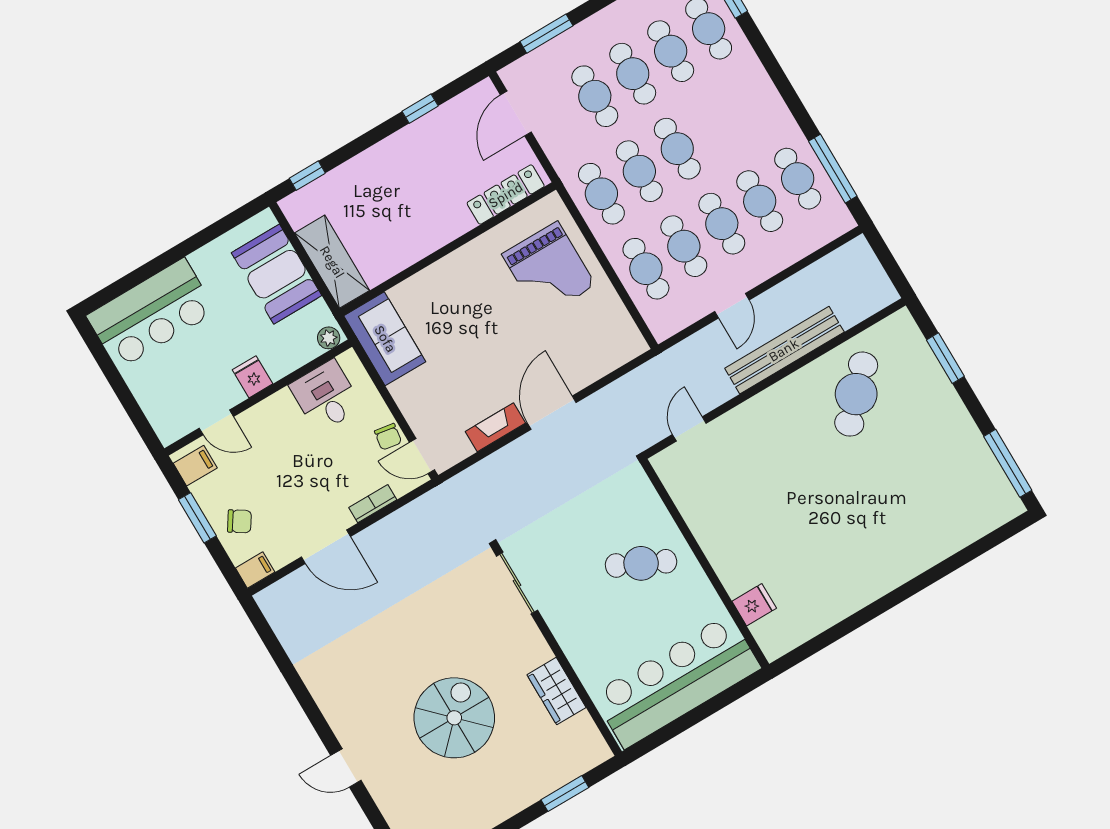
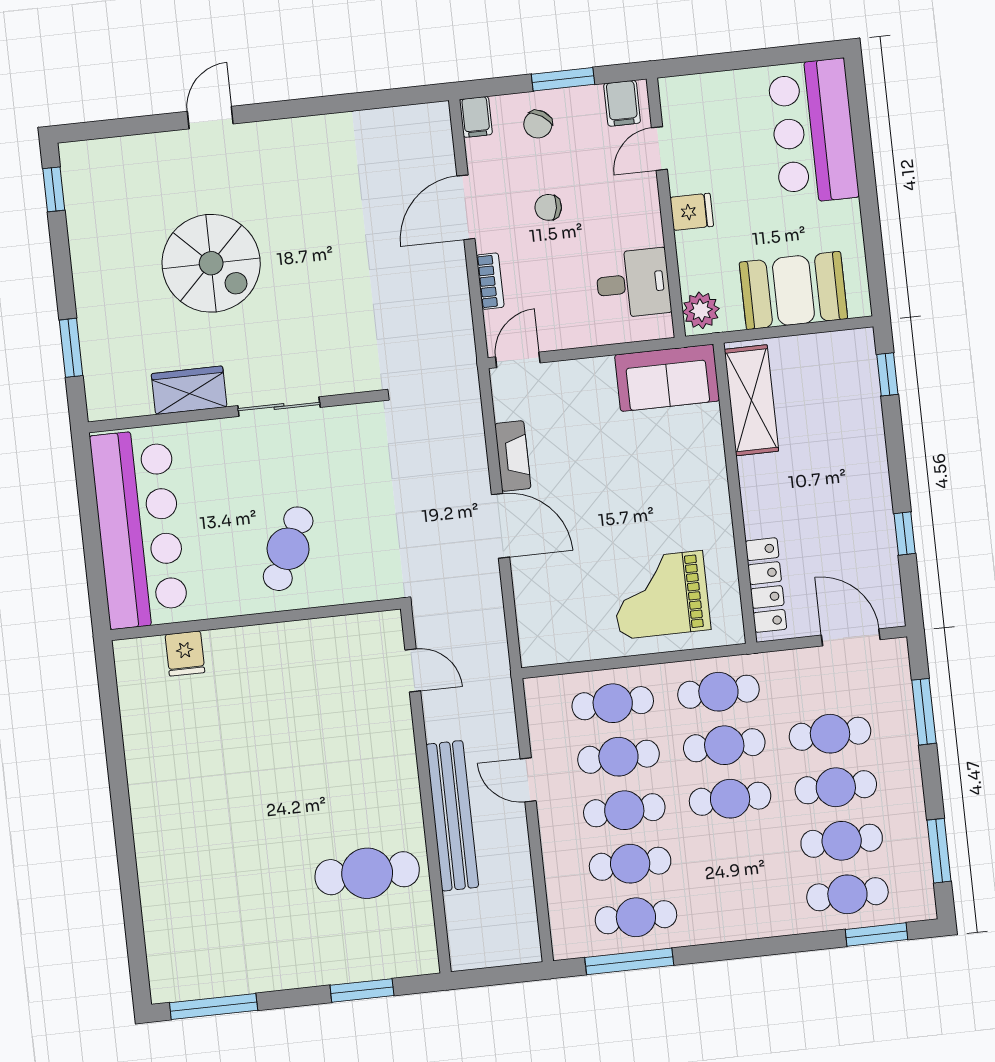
shelving: (332, 262) -> (751, 400), moved, turned 90
plant: (329, 338) -> (701, 310), width x1.38, depth x1.38
cafe table: (856, 394) -> (367, 873), turned -44
chair: (388, 437) -> (548, 207), moved
sliding door: (517, 583) -> (279, 407), moved

